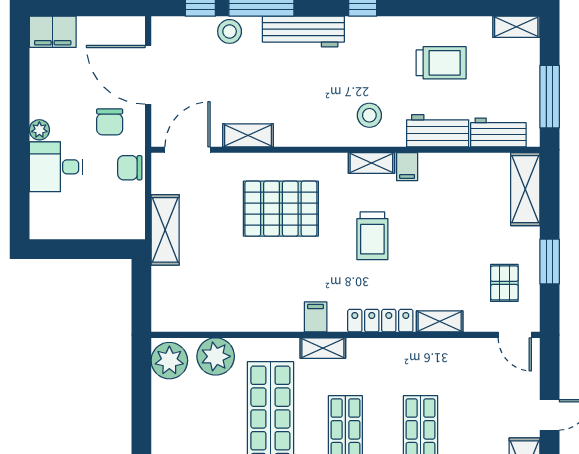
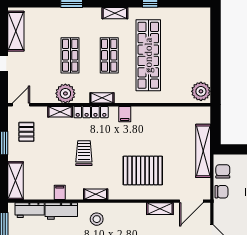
chair: (110, 122) -> (223, 171), moved
filing cabinet: (407, 167) -> (60, 192), moved
shelving: (165, 230) -> (203, 151), width x1.47
trolley: (372, 236) -> (84, 153), moved
door: (515, 335) -> (21, 105), hinge flipped
shelving: (323, 348) -> (102, 98), moved
plant: (216, 356) -> (65, 93), moved

